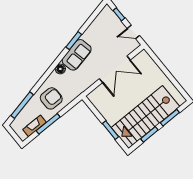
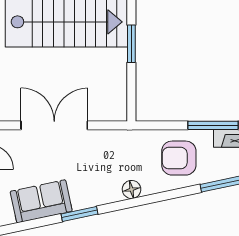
sofa: (77, 55) -> (41, 201), moved

